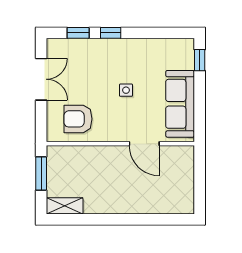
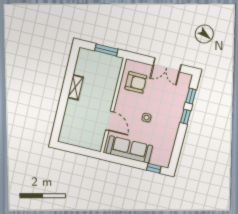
armchair: (78, 119) -> (136, 82), turned 90
door: (144, 144) -> (110, 121), swing flipped
shelving: (65, 206) -> (75, 87), moved

